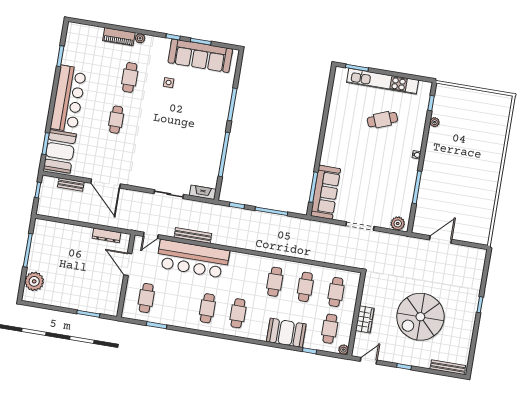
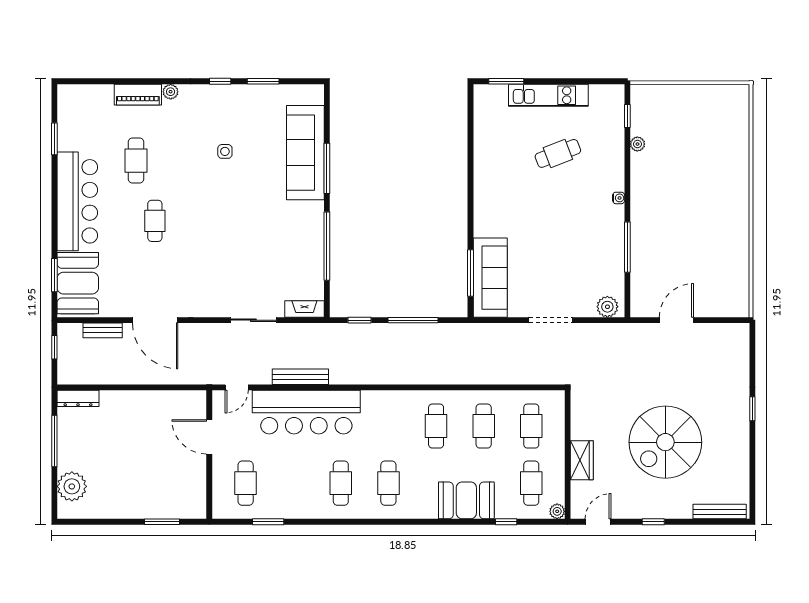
sofa: (200, 56) -> (305, 153), moved, turned 90
cafe table: (130, 77) -> (136, 161), moved
kitchen unit: (383, 81) -> (548, 95), width x0.73
dresser: (107, 235) -> (78, 398), moved

